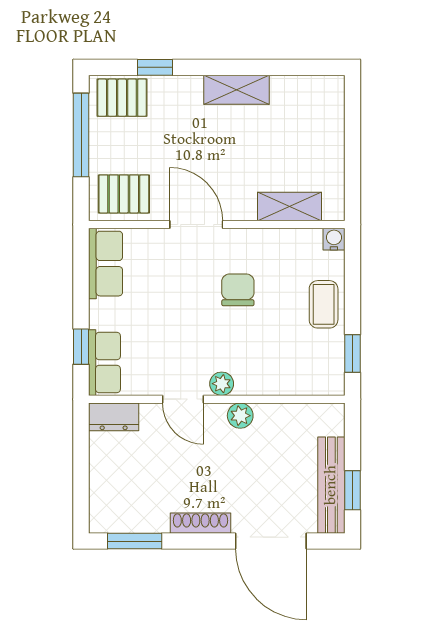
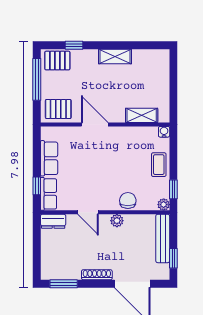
row of seats: (106, 264) -> (49, 158), moved
chair: (238, 290) -> (128, 201), moved
plant: (222, 384) -> (164, 205), moved
bench: (331, 485) -> (163, 238), moved

